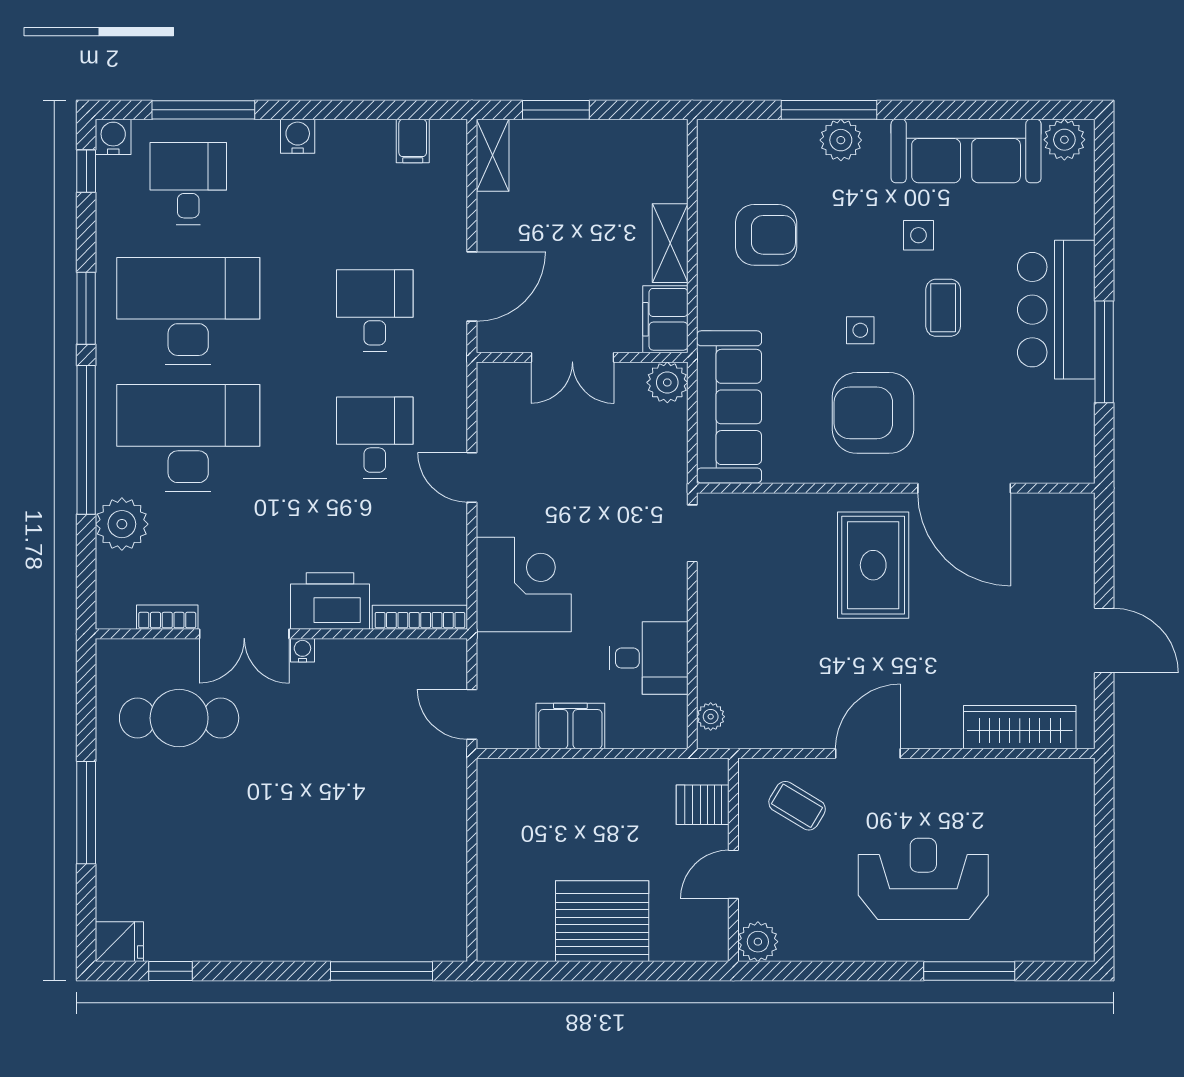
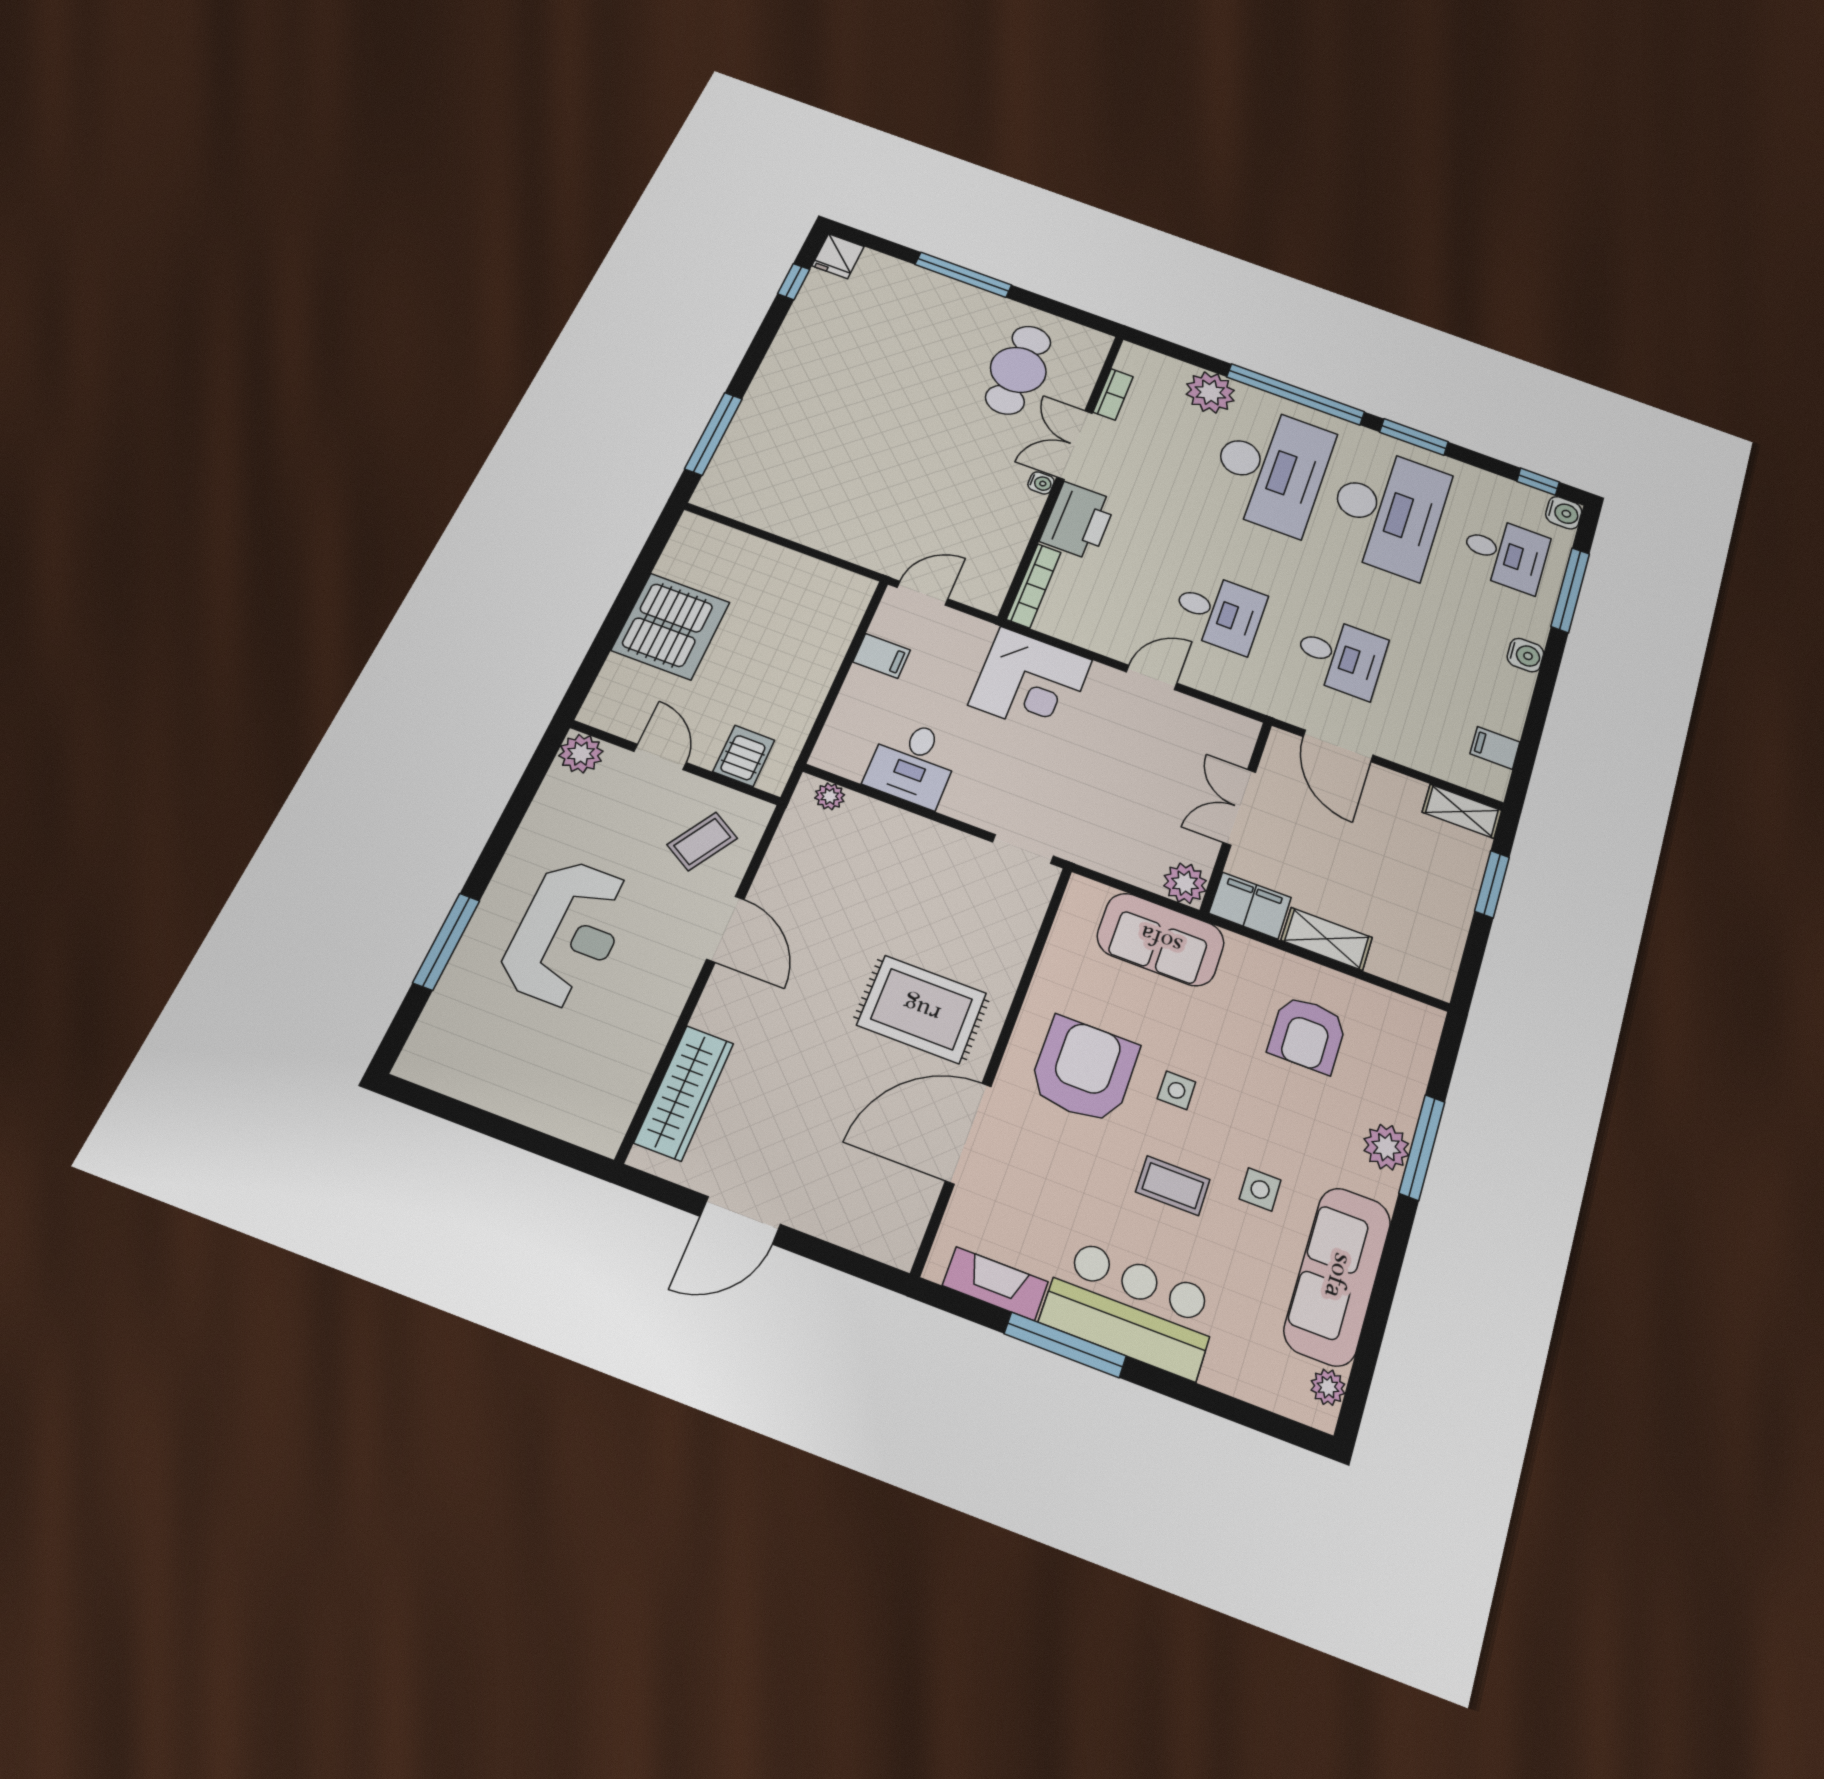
plant: (1064, 140) -> (1328, 1387), width x0.73, depth x0.73
sofa: (729, 407) -> (1161, 939), width x0.73
fireplace: (1077, 423) -> (995, 1284), added
filing cabinet: (570, 726) -> (882, 656), width x0.50

